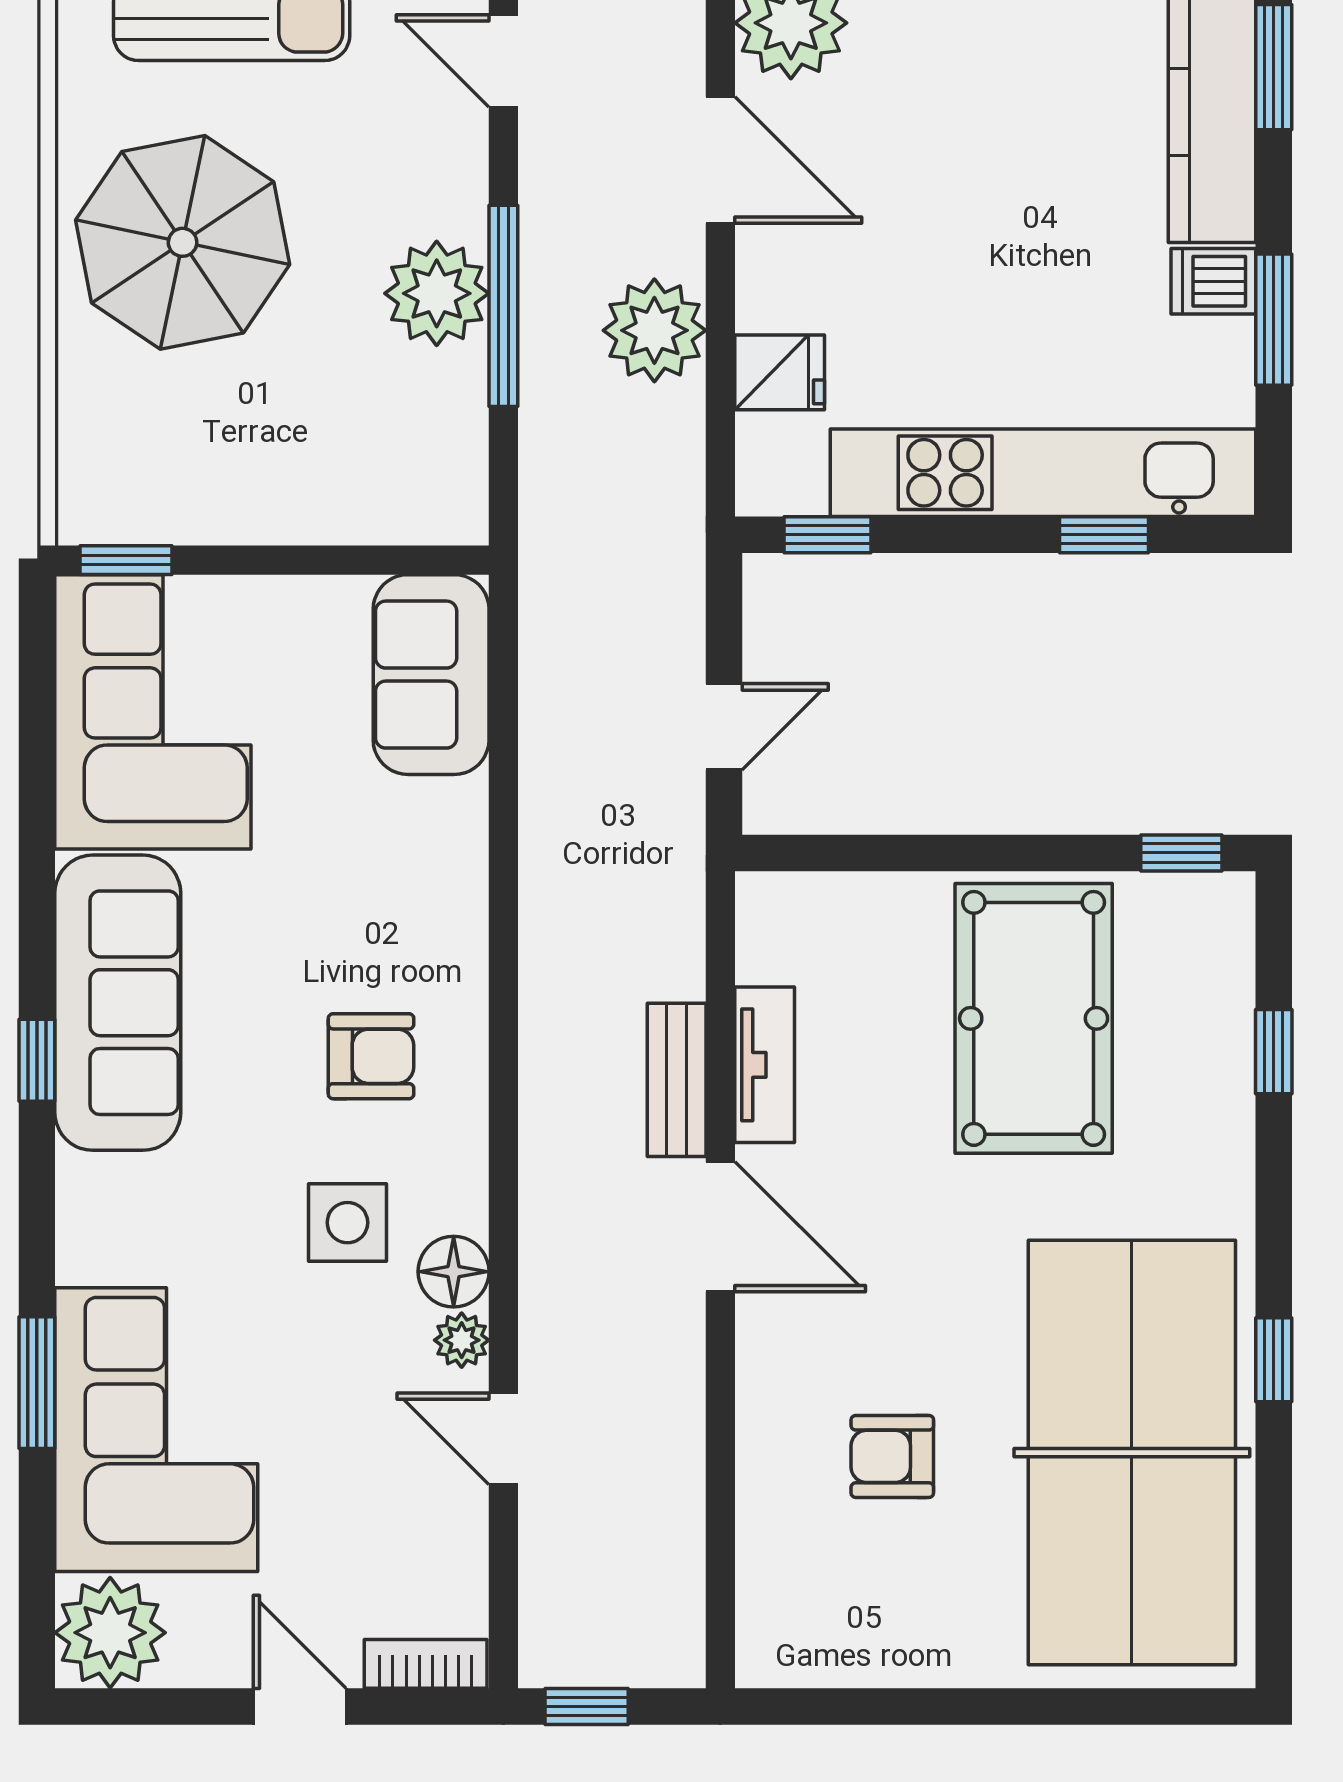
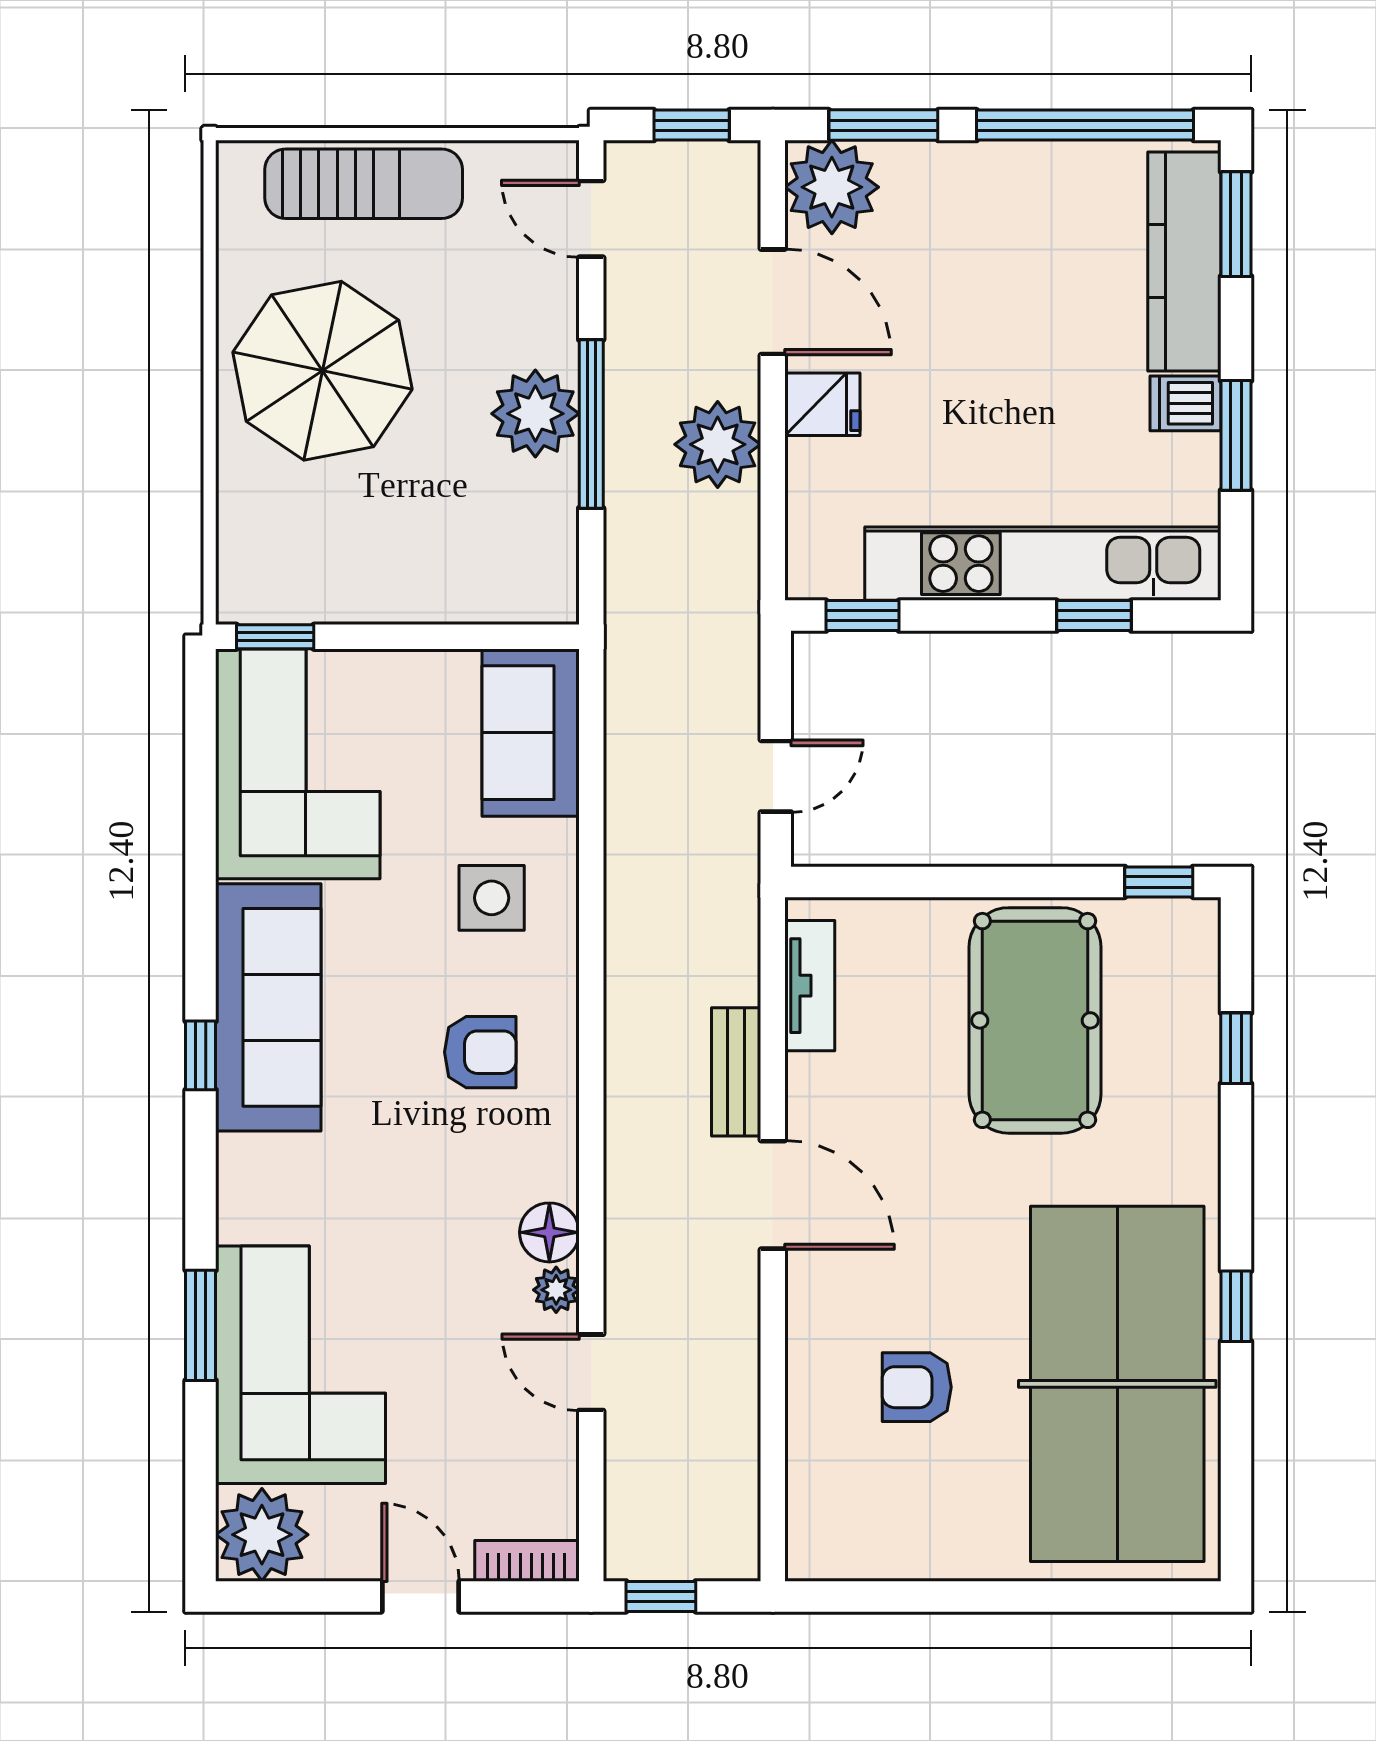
fridge: (780, 372) -> (822, 404), moved
tv unit: (765, 1065) -> (810, 986), moved
side table: (347, 1223) -> (492, 898), moved

